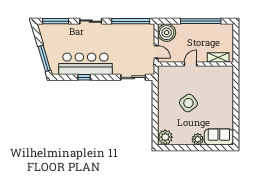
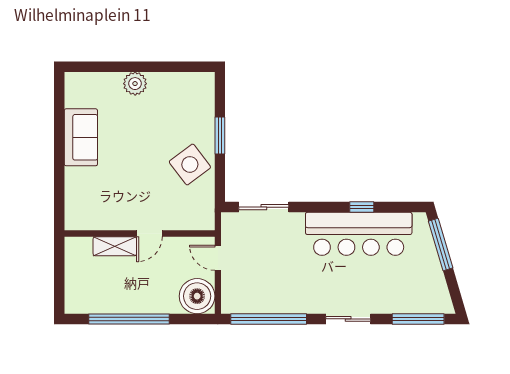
shelving: (218, 58) -> (115, 246), moved
side table: (188, 103) -> (190, 164), moved
window: (155, 113) -> (220, 136), added
plant: (165, 137) -> (200, 88), removed
sofa: (219, 137) -> (81, 137), moved, turned -90

